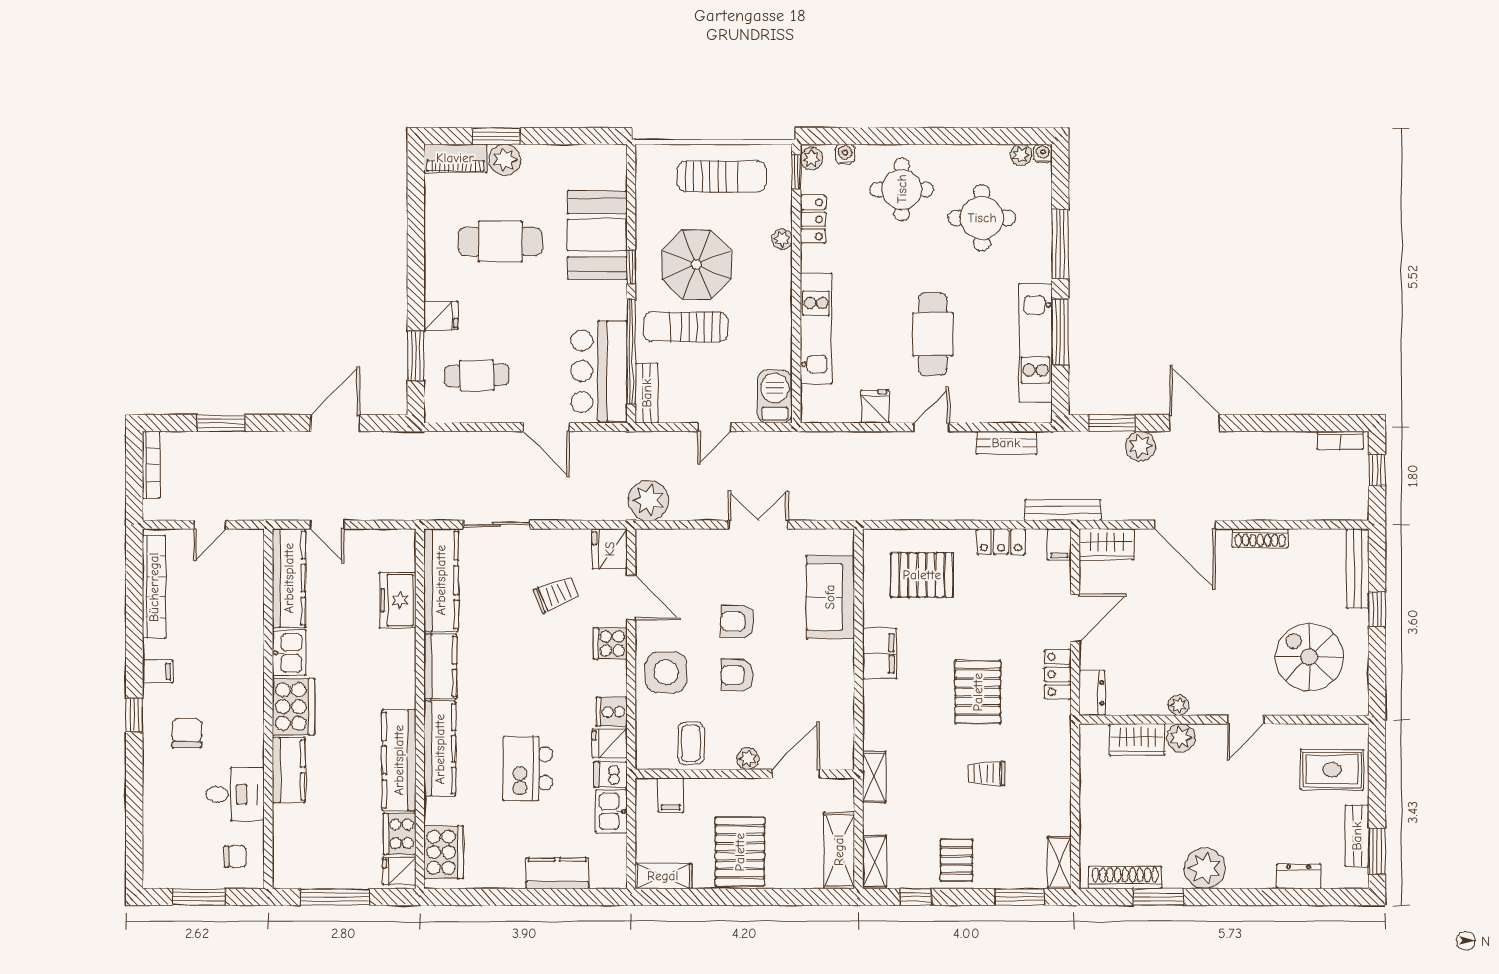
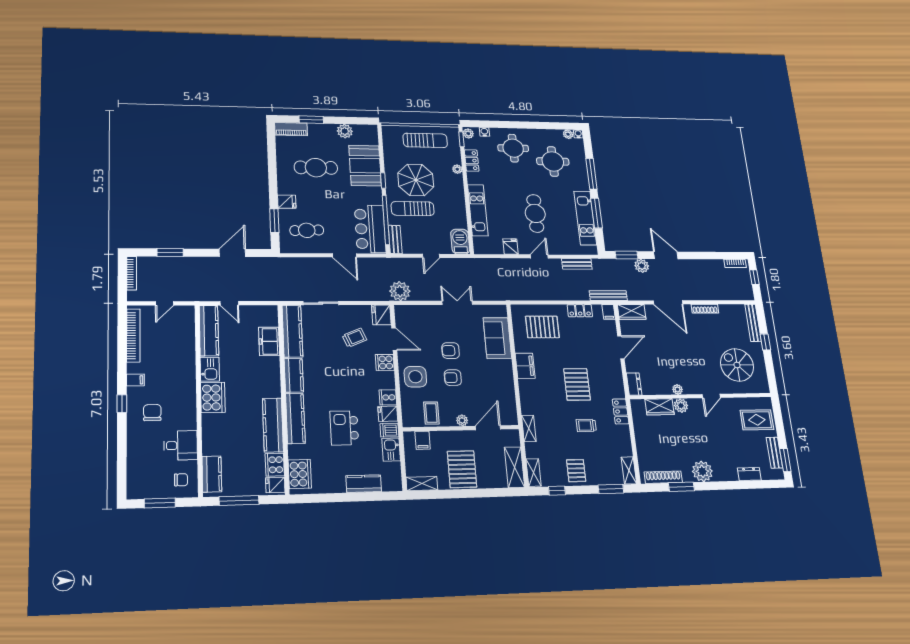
plant: (505, 160) -> (345, 131), moved
locker: (1058, 674) -> (621, 411), moved
kitchen counter: (289, 770) -> (212, 474), moved

